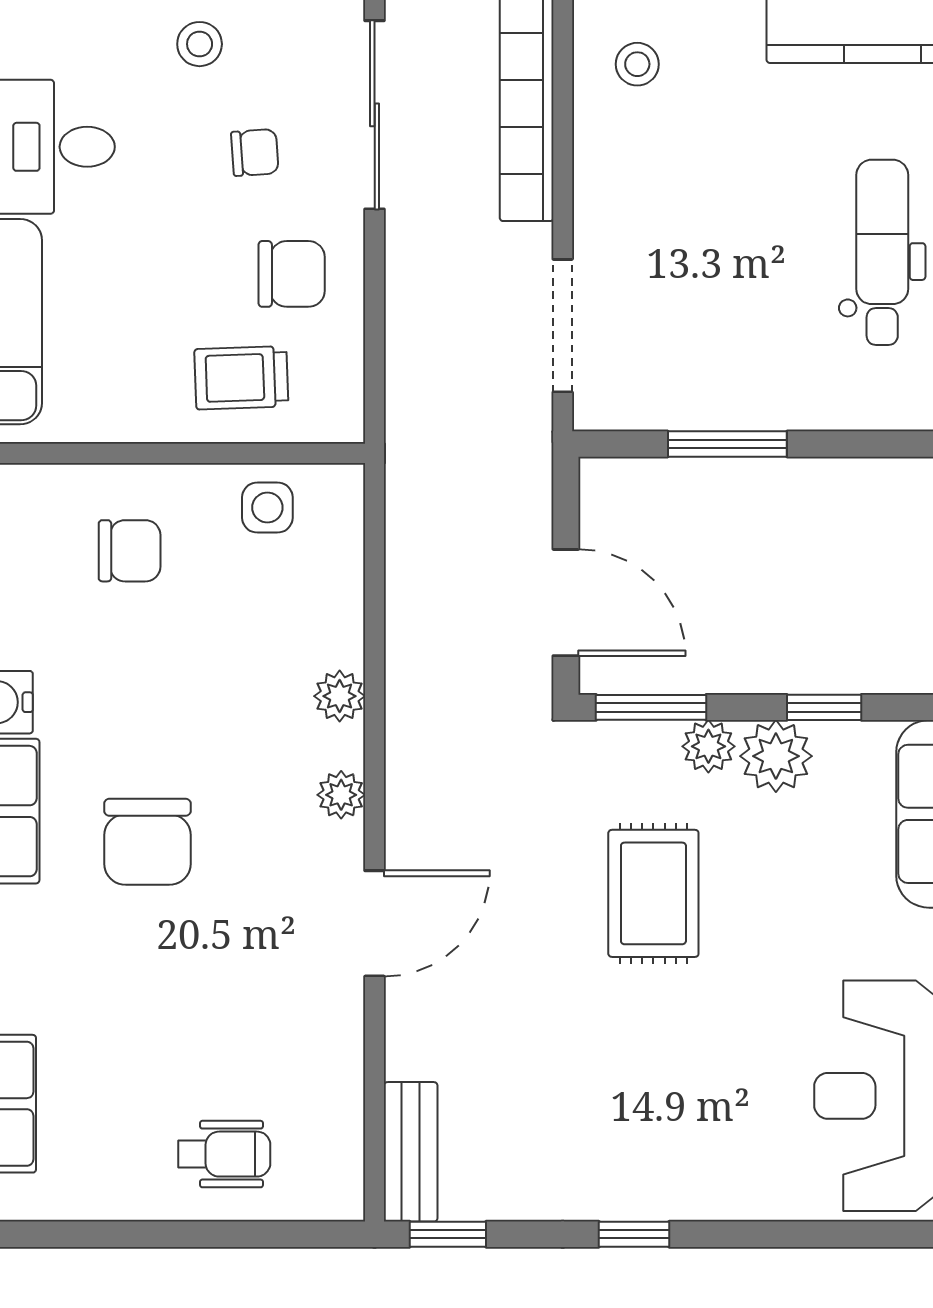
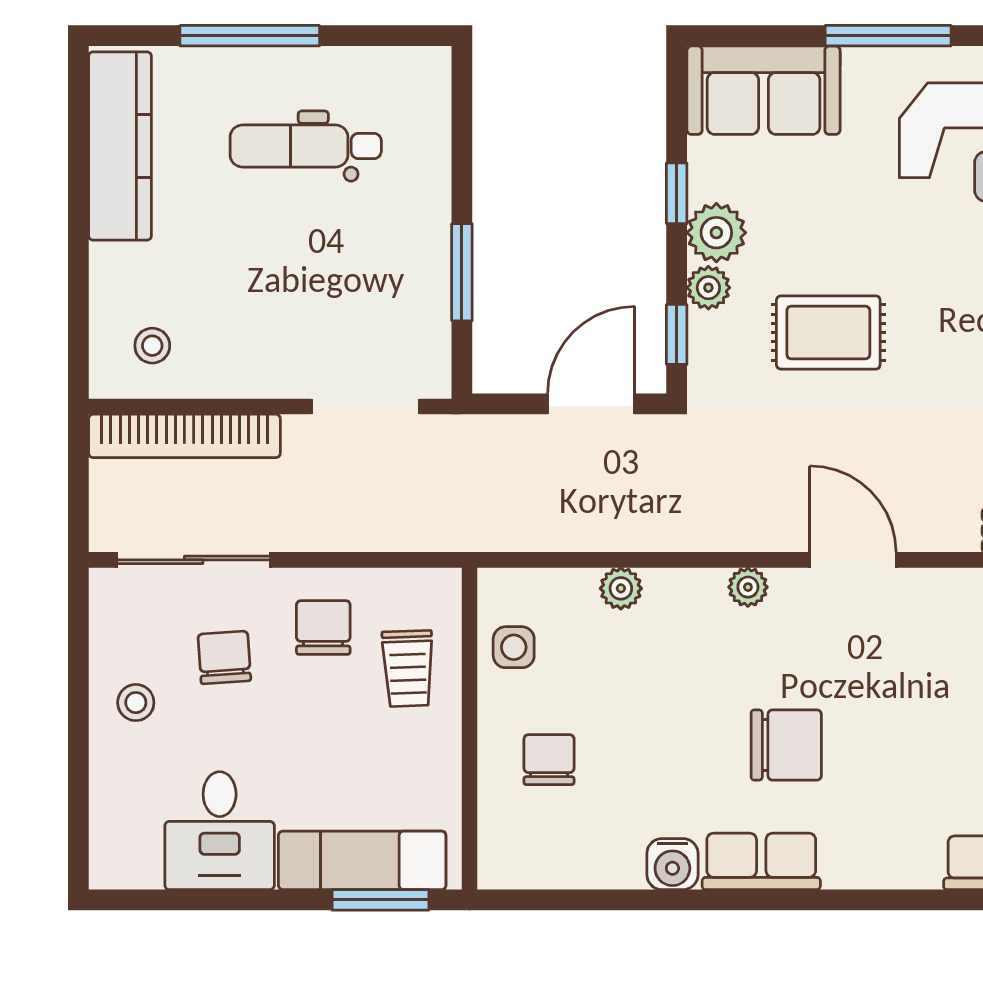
chair: (255, 153) -> (224, 657), width x1.37, depth x1.37
plant: (340, 696) -> (621, 588), moved
window: (651, 707) -> (677, 334), width x0.67

